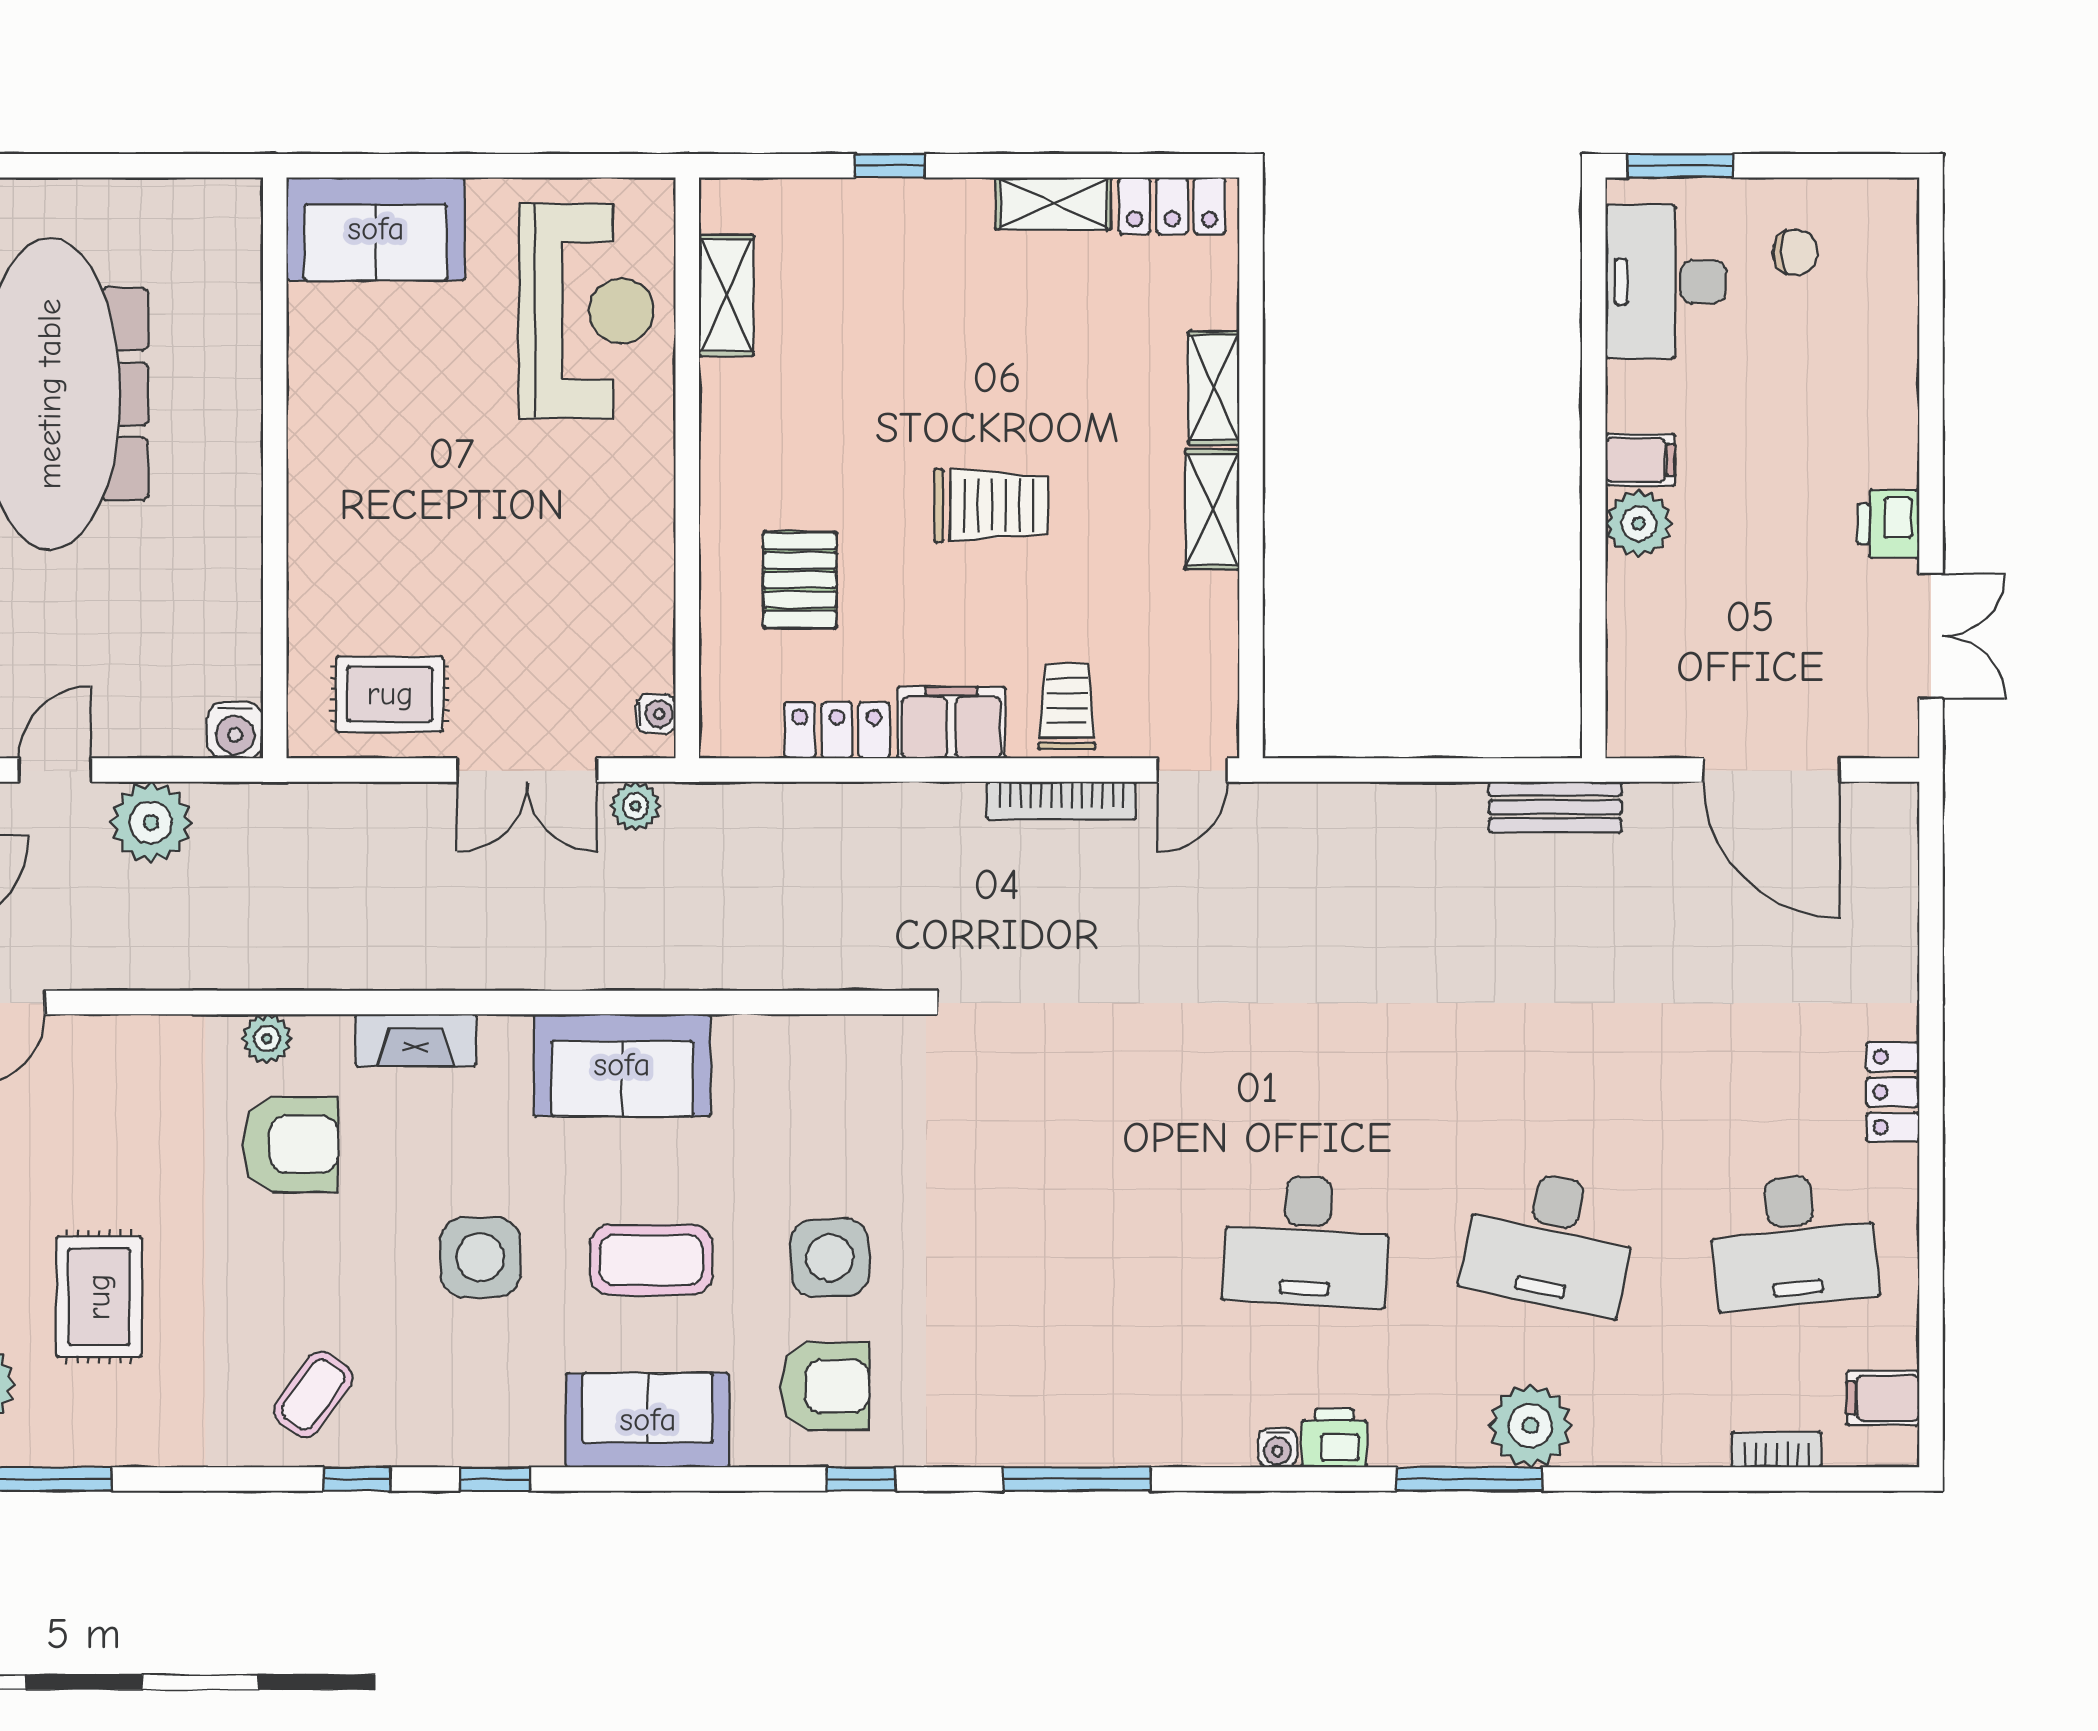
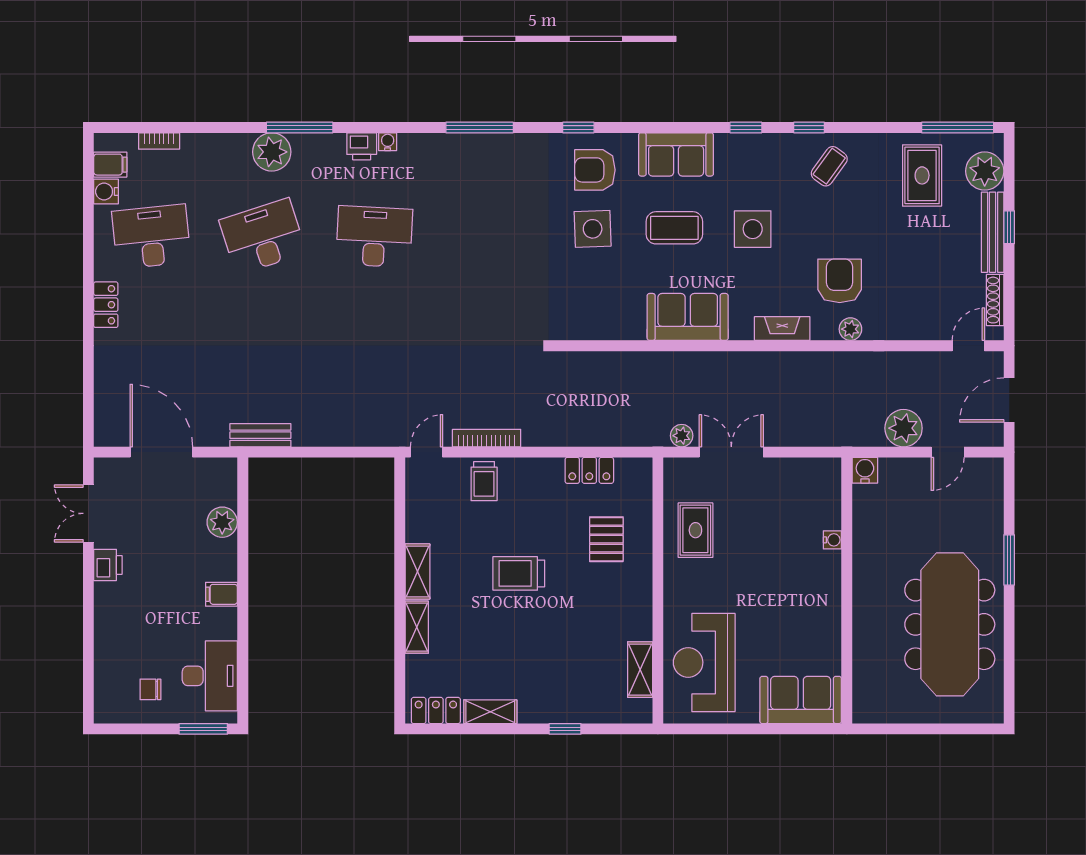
plant: (1639, 524) -> (222, 522), moved
rug: (390, 694) -> (695, 530), moved, turned 90
water cooler: (656, 714) -> (832, 540), moved, turned 180
filing cabinet: (951, 723) -> (537, 474), removed
armchair: (291, 1144) -> (840, 281), turned 90
desk: (1550, 1241) -> (263, 237), turned -30
rug: (99, 1297) -> (922, 175), moved
water cooler: (1892, 1339) -> (106, 191), added

